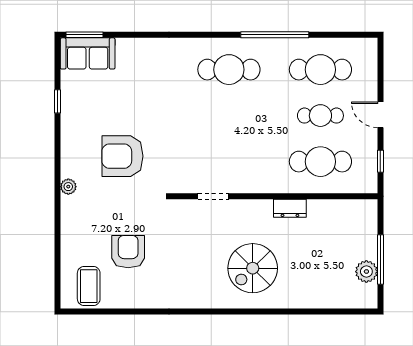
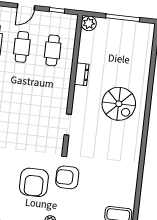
cafe table: (320, 162) -> (53, 50), width x0.73, depth x0.74
armchair: (128, 252) -> (67, 177), moved
plant: (366, 272) -> (89, 23), moved

